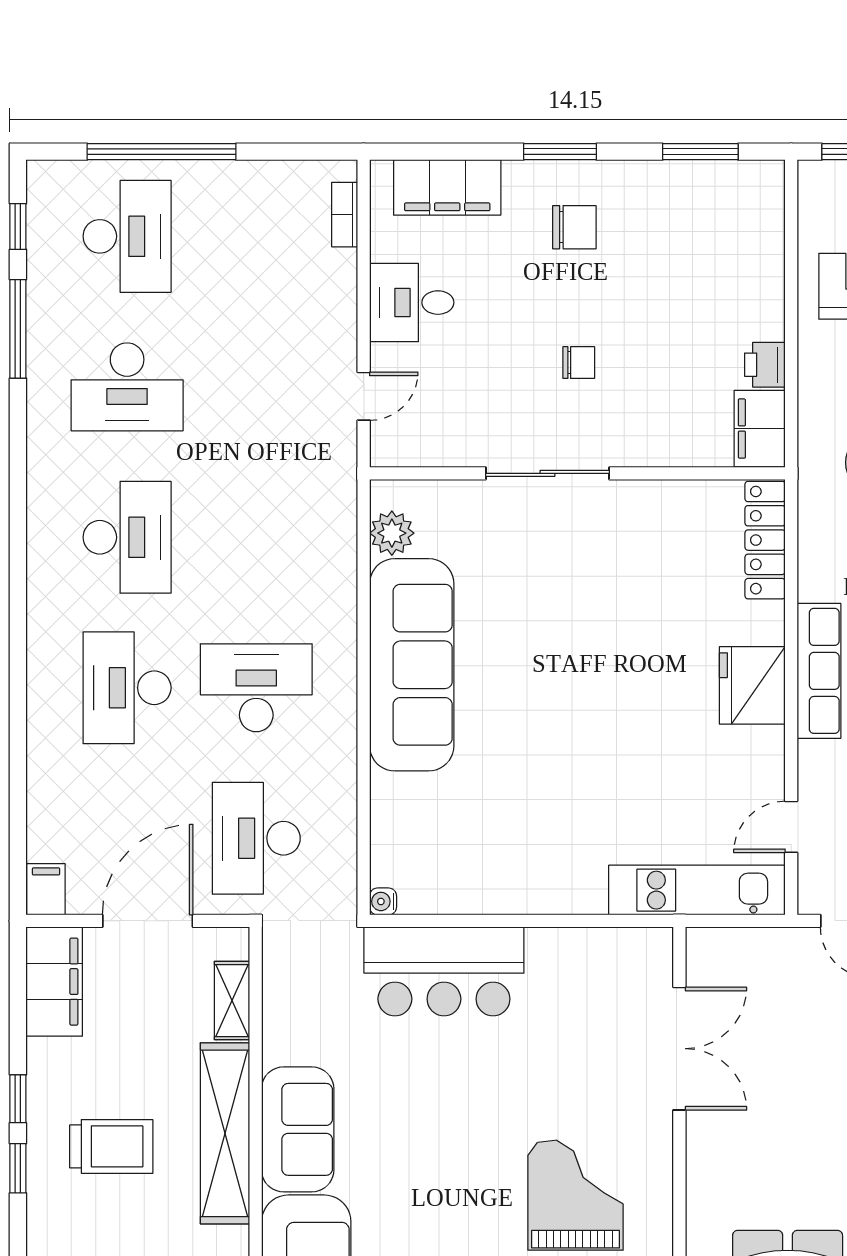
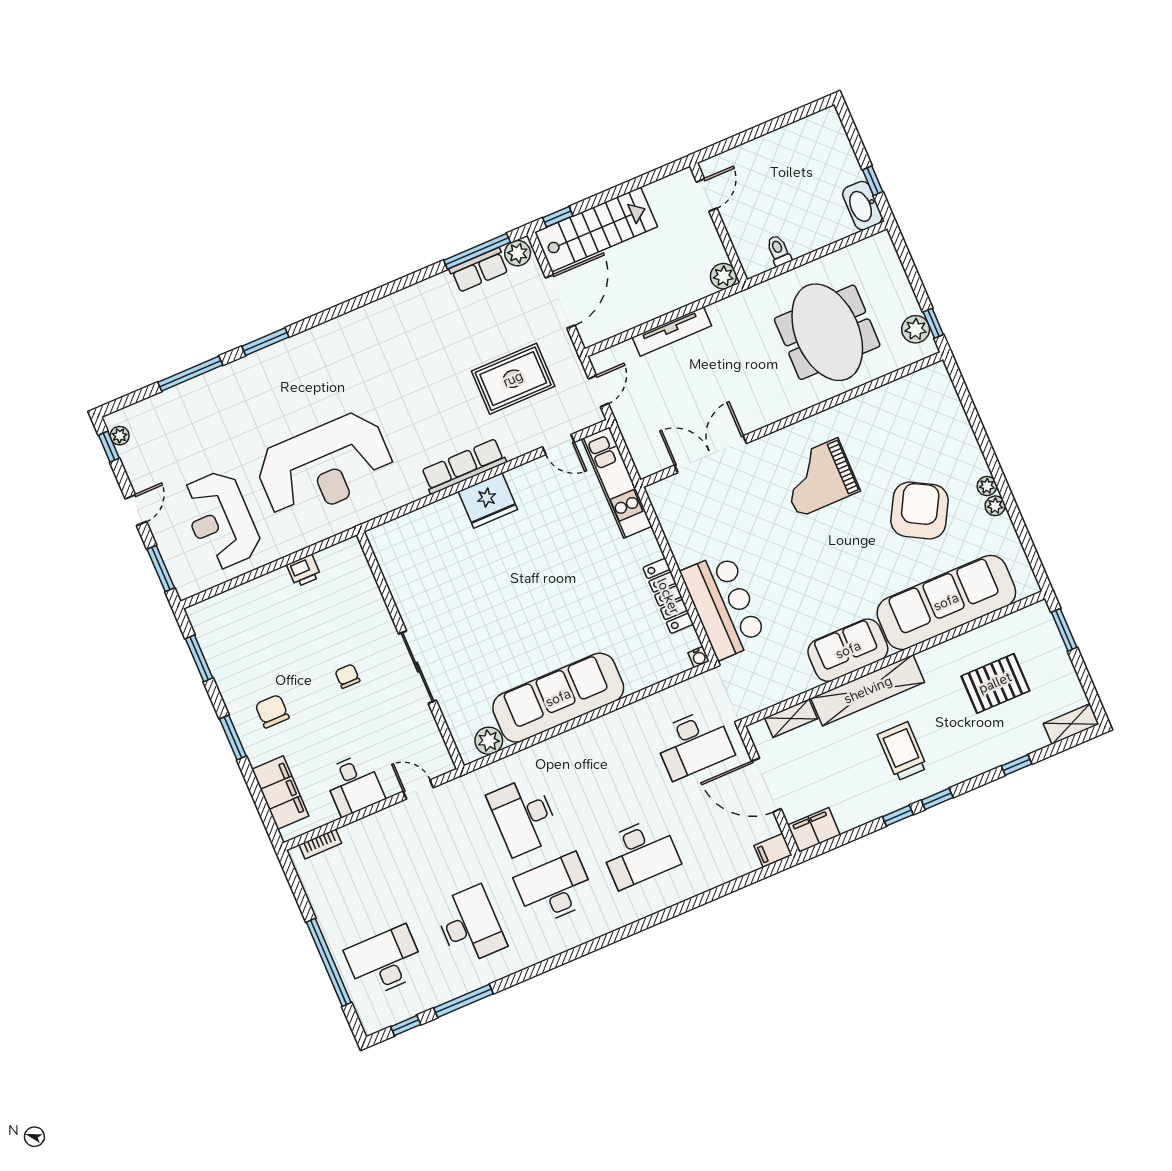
filing cabinet: (760, 429) -> (341, 558), removed
locker: (765, 540) -> (668, 596), moved, turned 90
desk: (256, 688) -> (524, 816), moved
filing cabinet: (54, 982) -> (814, 830), width x0.67, depth x0.86

